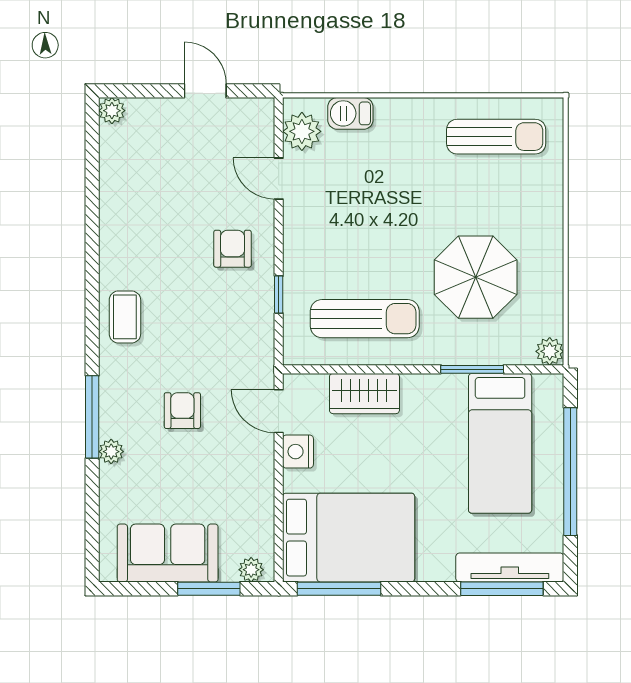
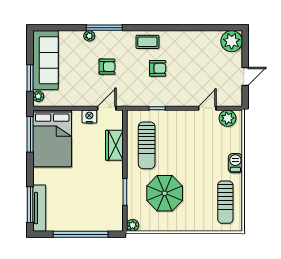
plant: (112, 111) -> (232, 41), width x1.88, depth x1.88
barbecue: (350, 113) -> (235, 163), moved
armchair: (232, 249) -> (158, 68), moved
bed: (500, 443) -> (93, 204), removed
sofa: (168, 553) -> (45, 60), width x1.36

